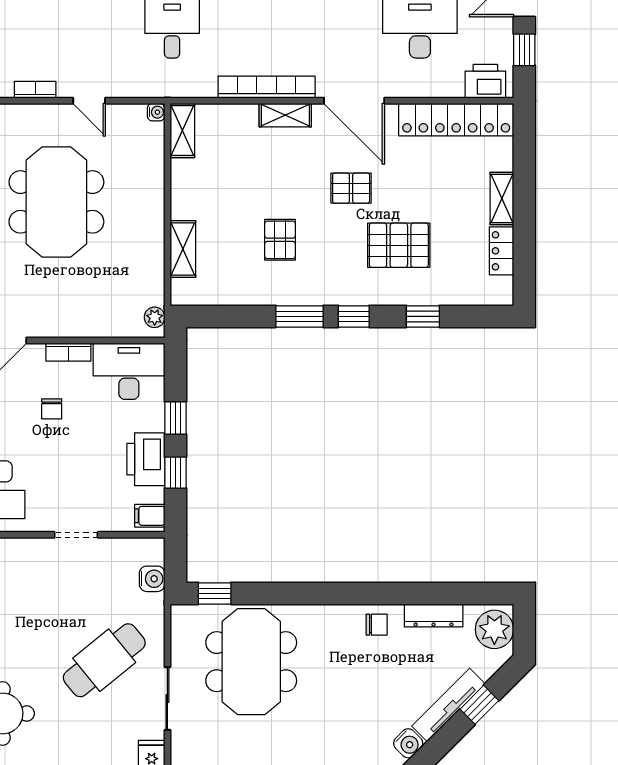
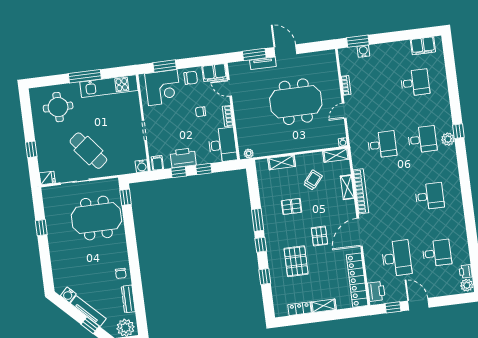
shelving: (285, 115) -> (347, 187), moved
trolley: (229, 187) -> (313, 180), added
water cooler: (152, 579) -> (142, 166), moved

